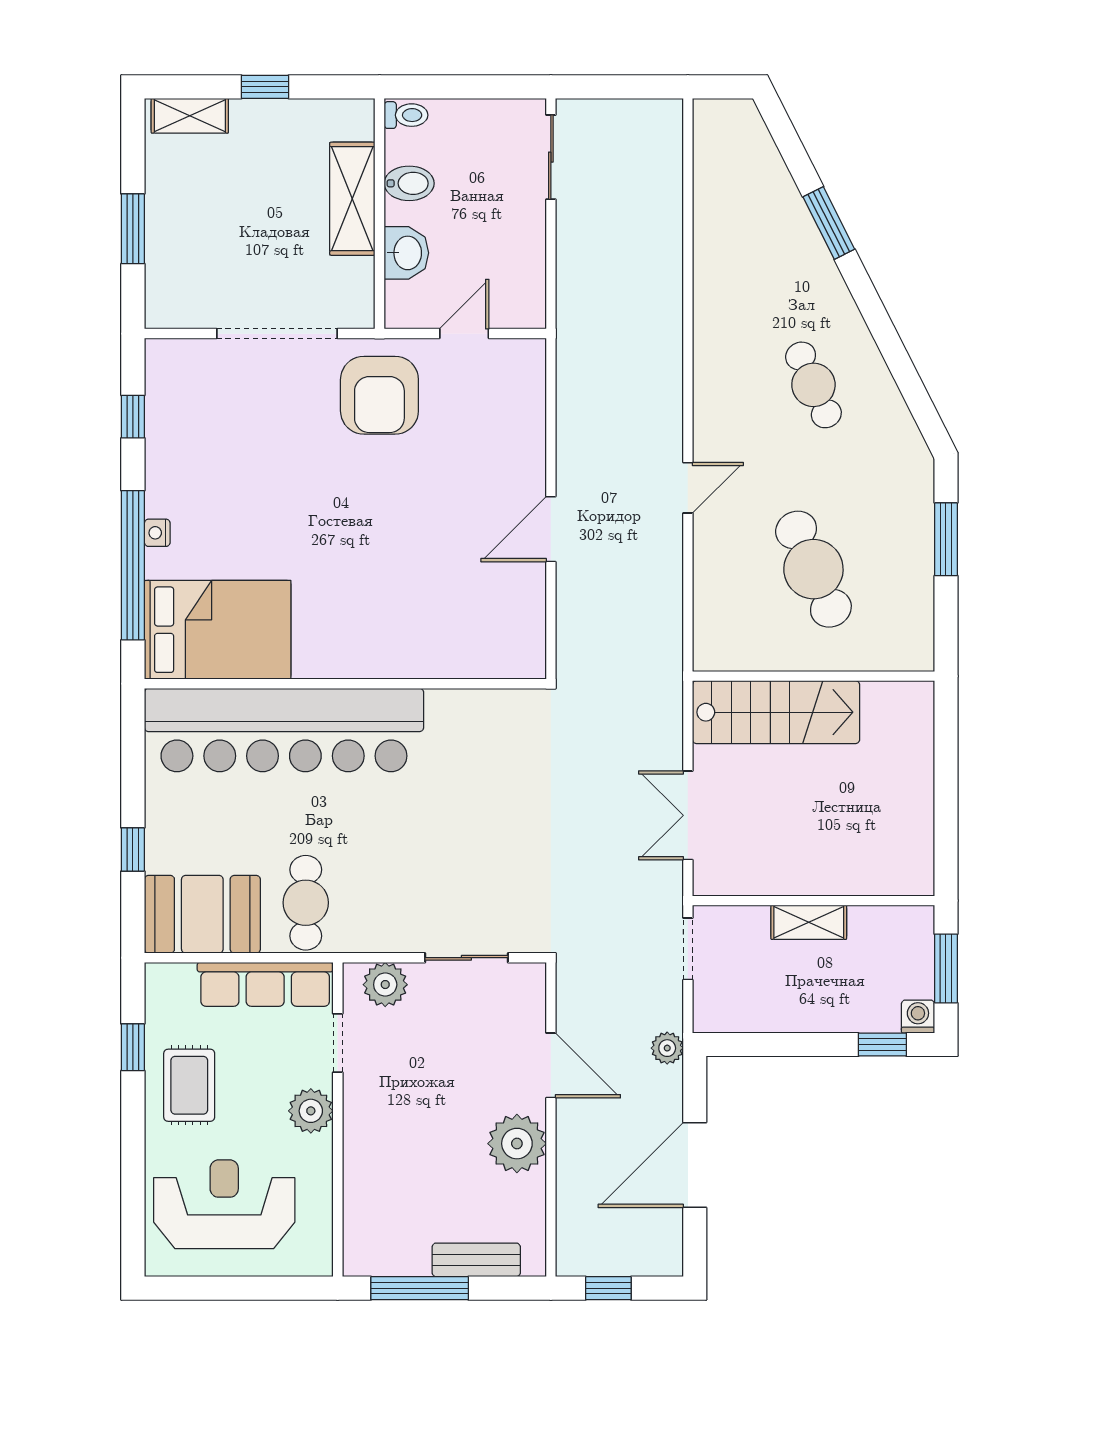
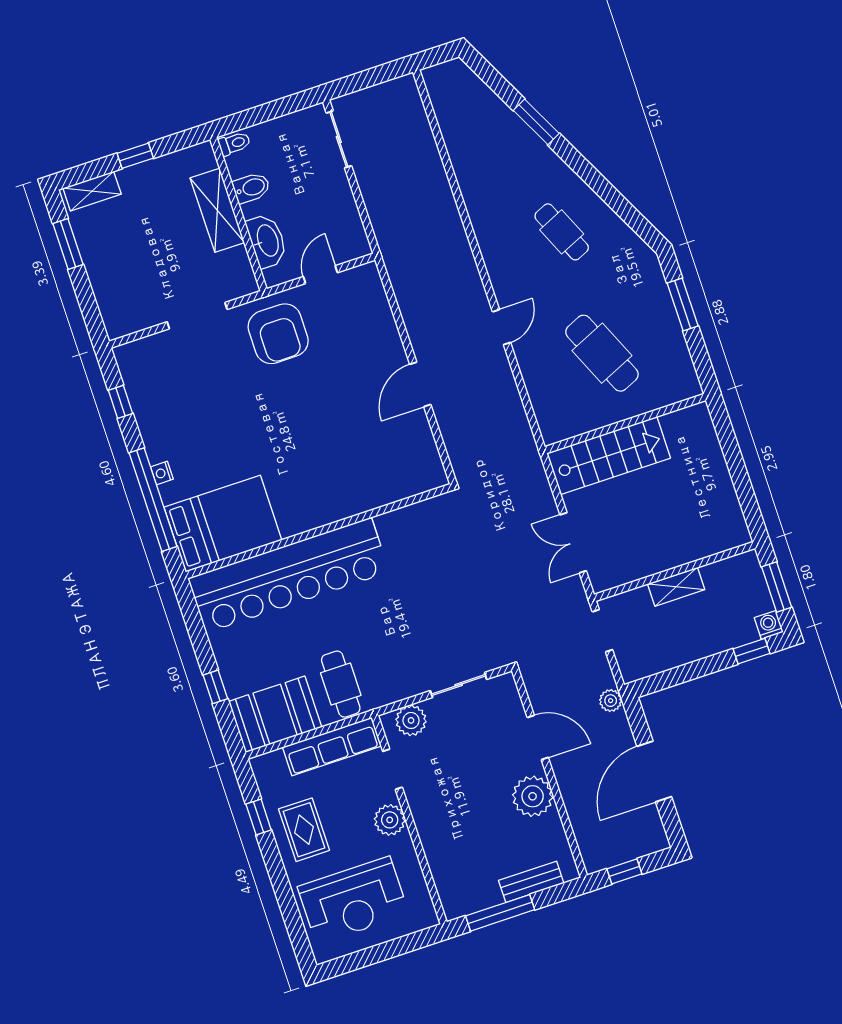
window: (133, 229) -> (68, 244), moved
washbasin: (406, 253) -> (267, 241), width x1.38
doorway: (277, 334) -> (197, 316), width x0.73
reception desk: (224, 1204) -> (353, 900), turned 180

